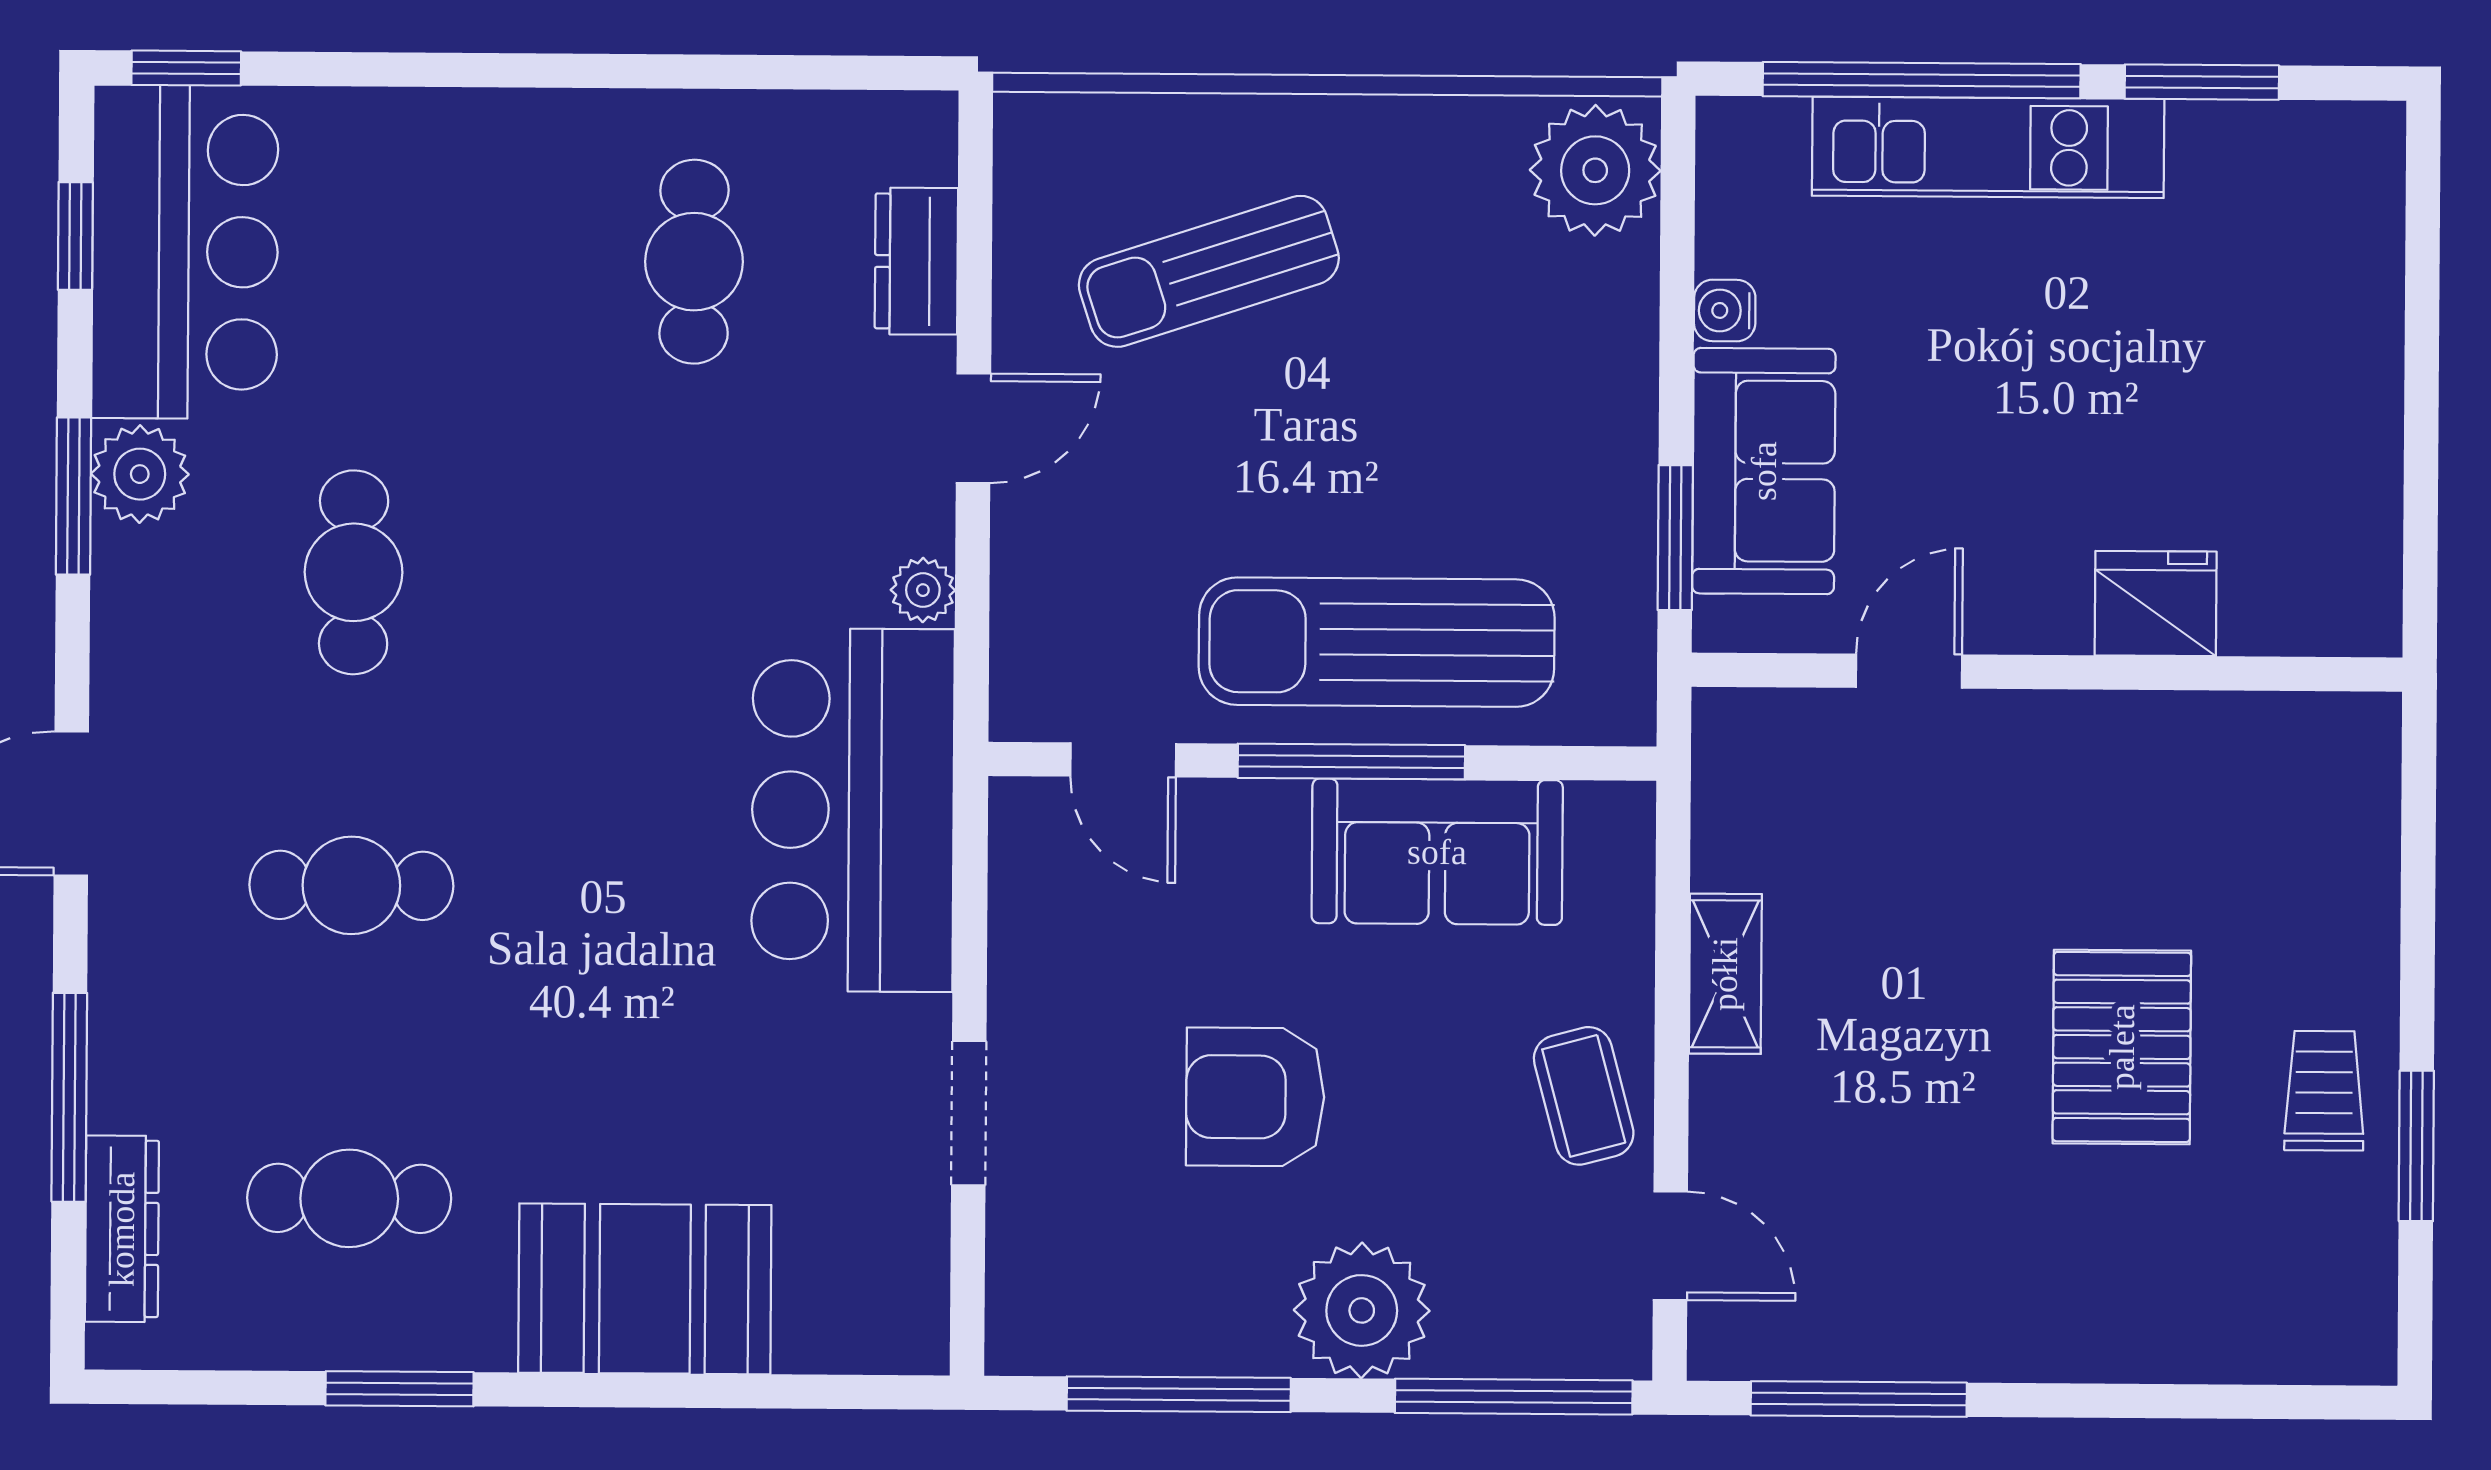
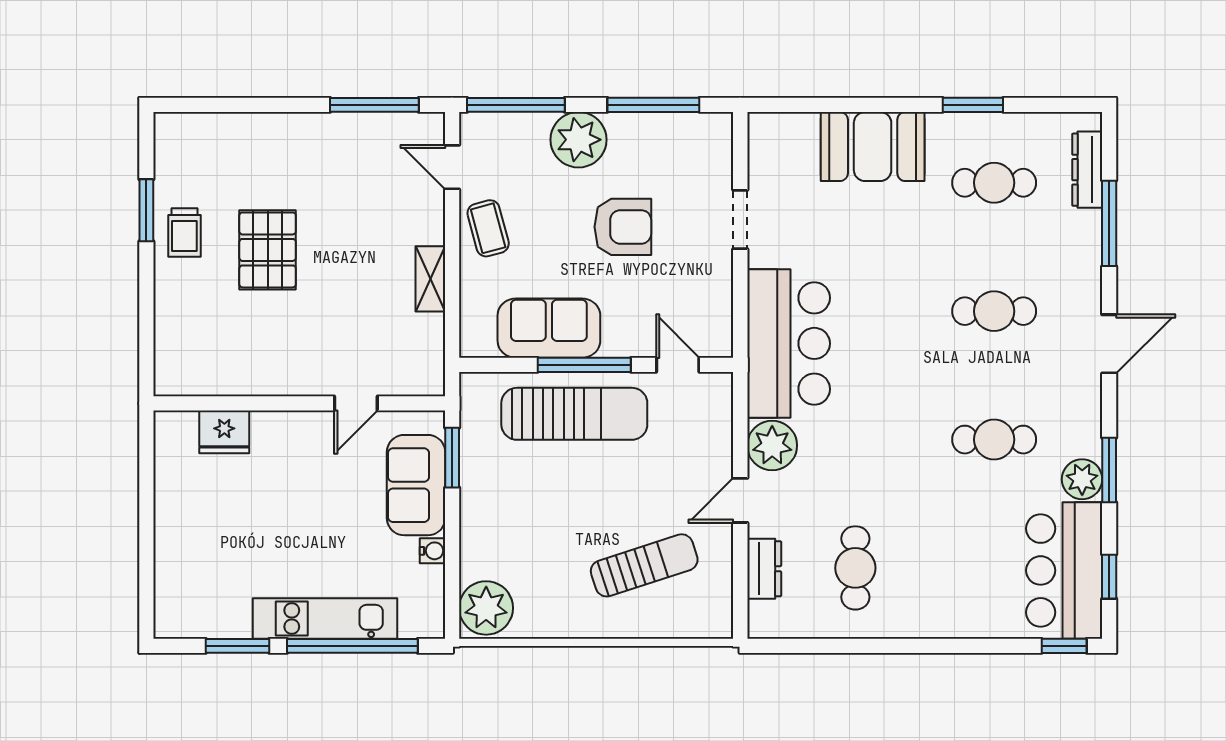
cafe table: (354, 572) -> (994, 440), turned 90
plant: (923, 590) -> (772, 445), width x1.88, depth x1.88
fridge: (2156, 604) -> (224, 432), moved

